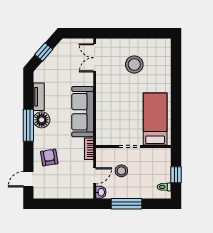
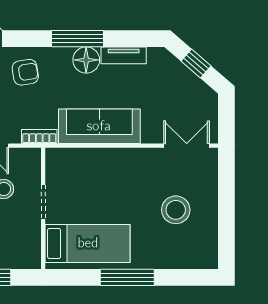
window: (176, 94) -> (127, 277), added

